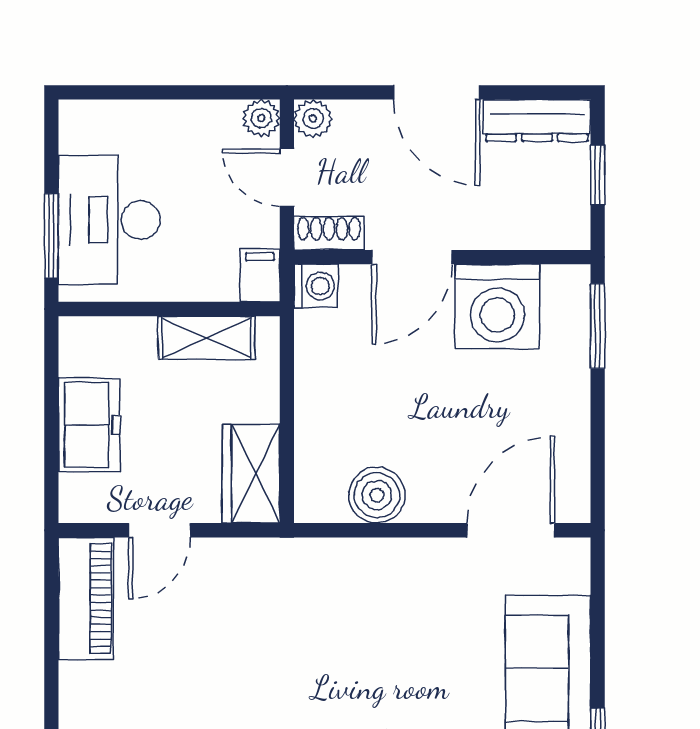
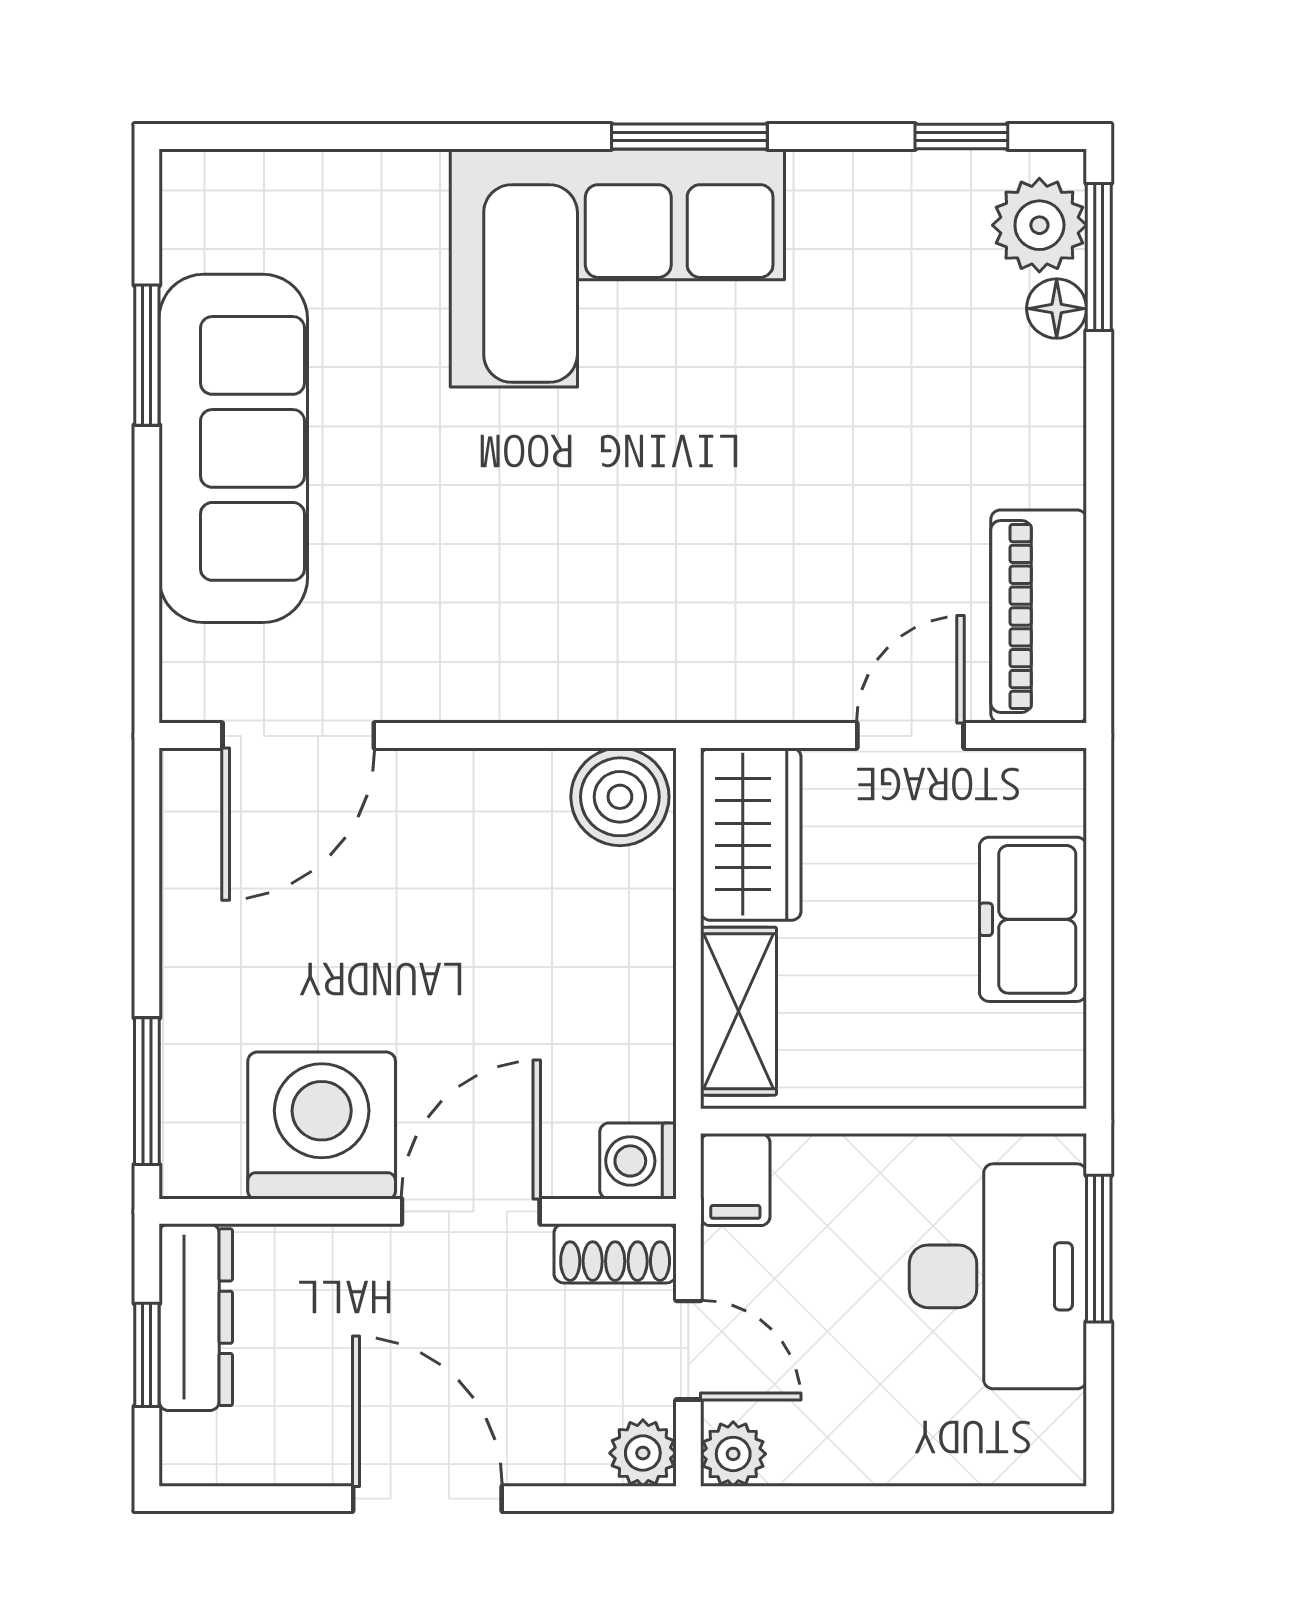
dresser: (537, 120) -> (196, 1317), moved, turned 90
shelving: (206, 338) -> (739, 1011), moved, turned 90
boiler: (377, 495) -> (620, 797), moved

